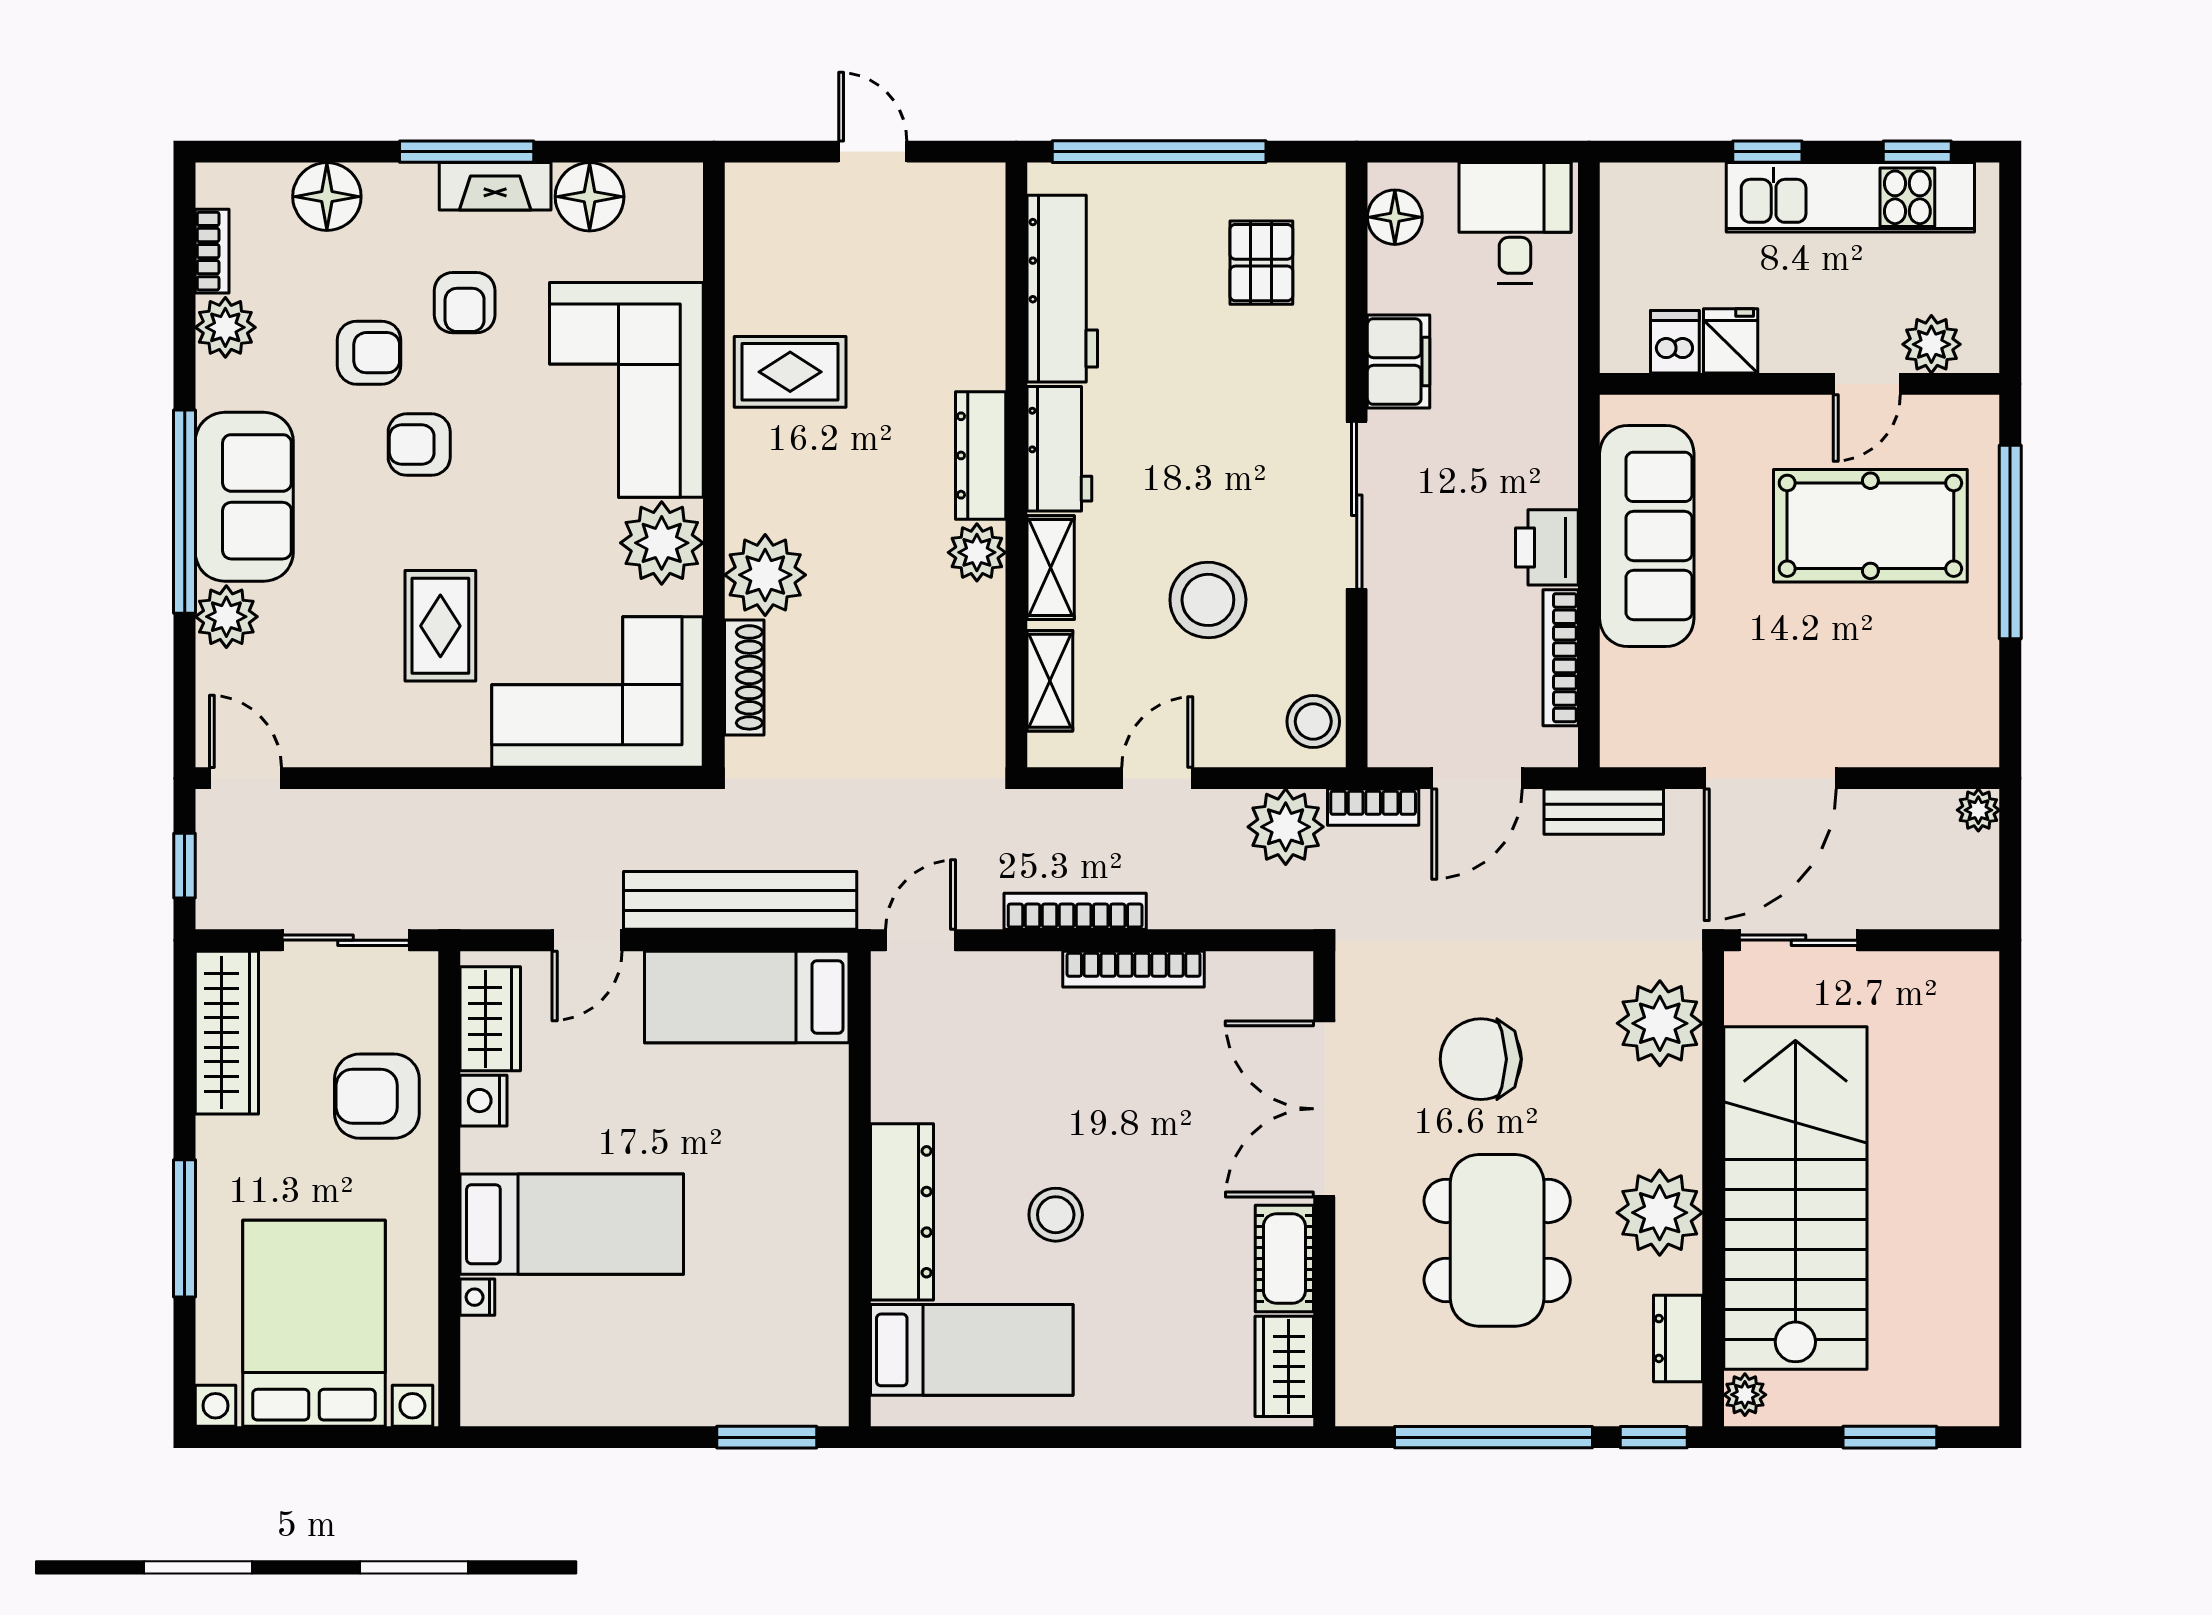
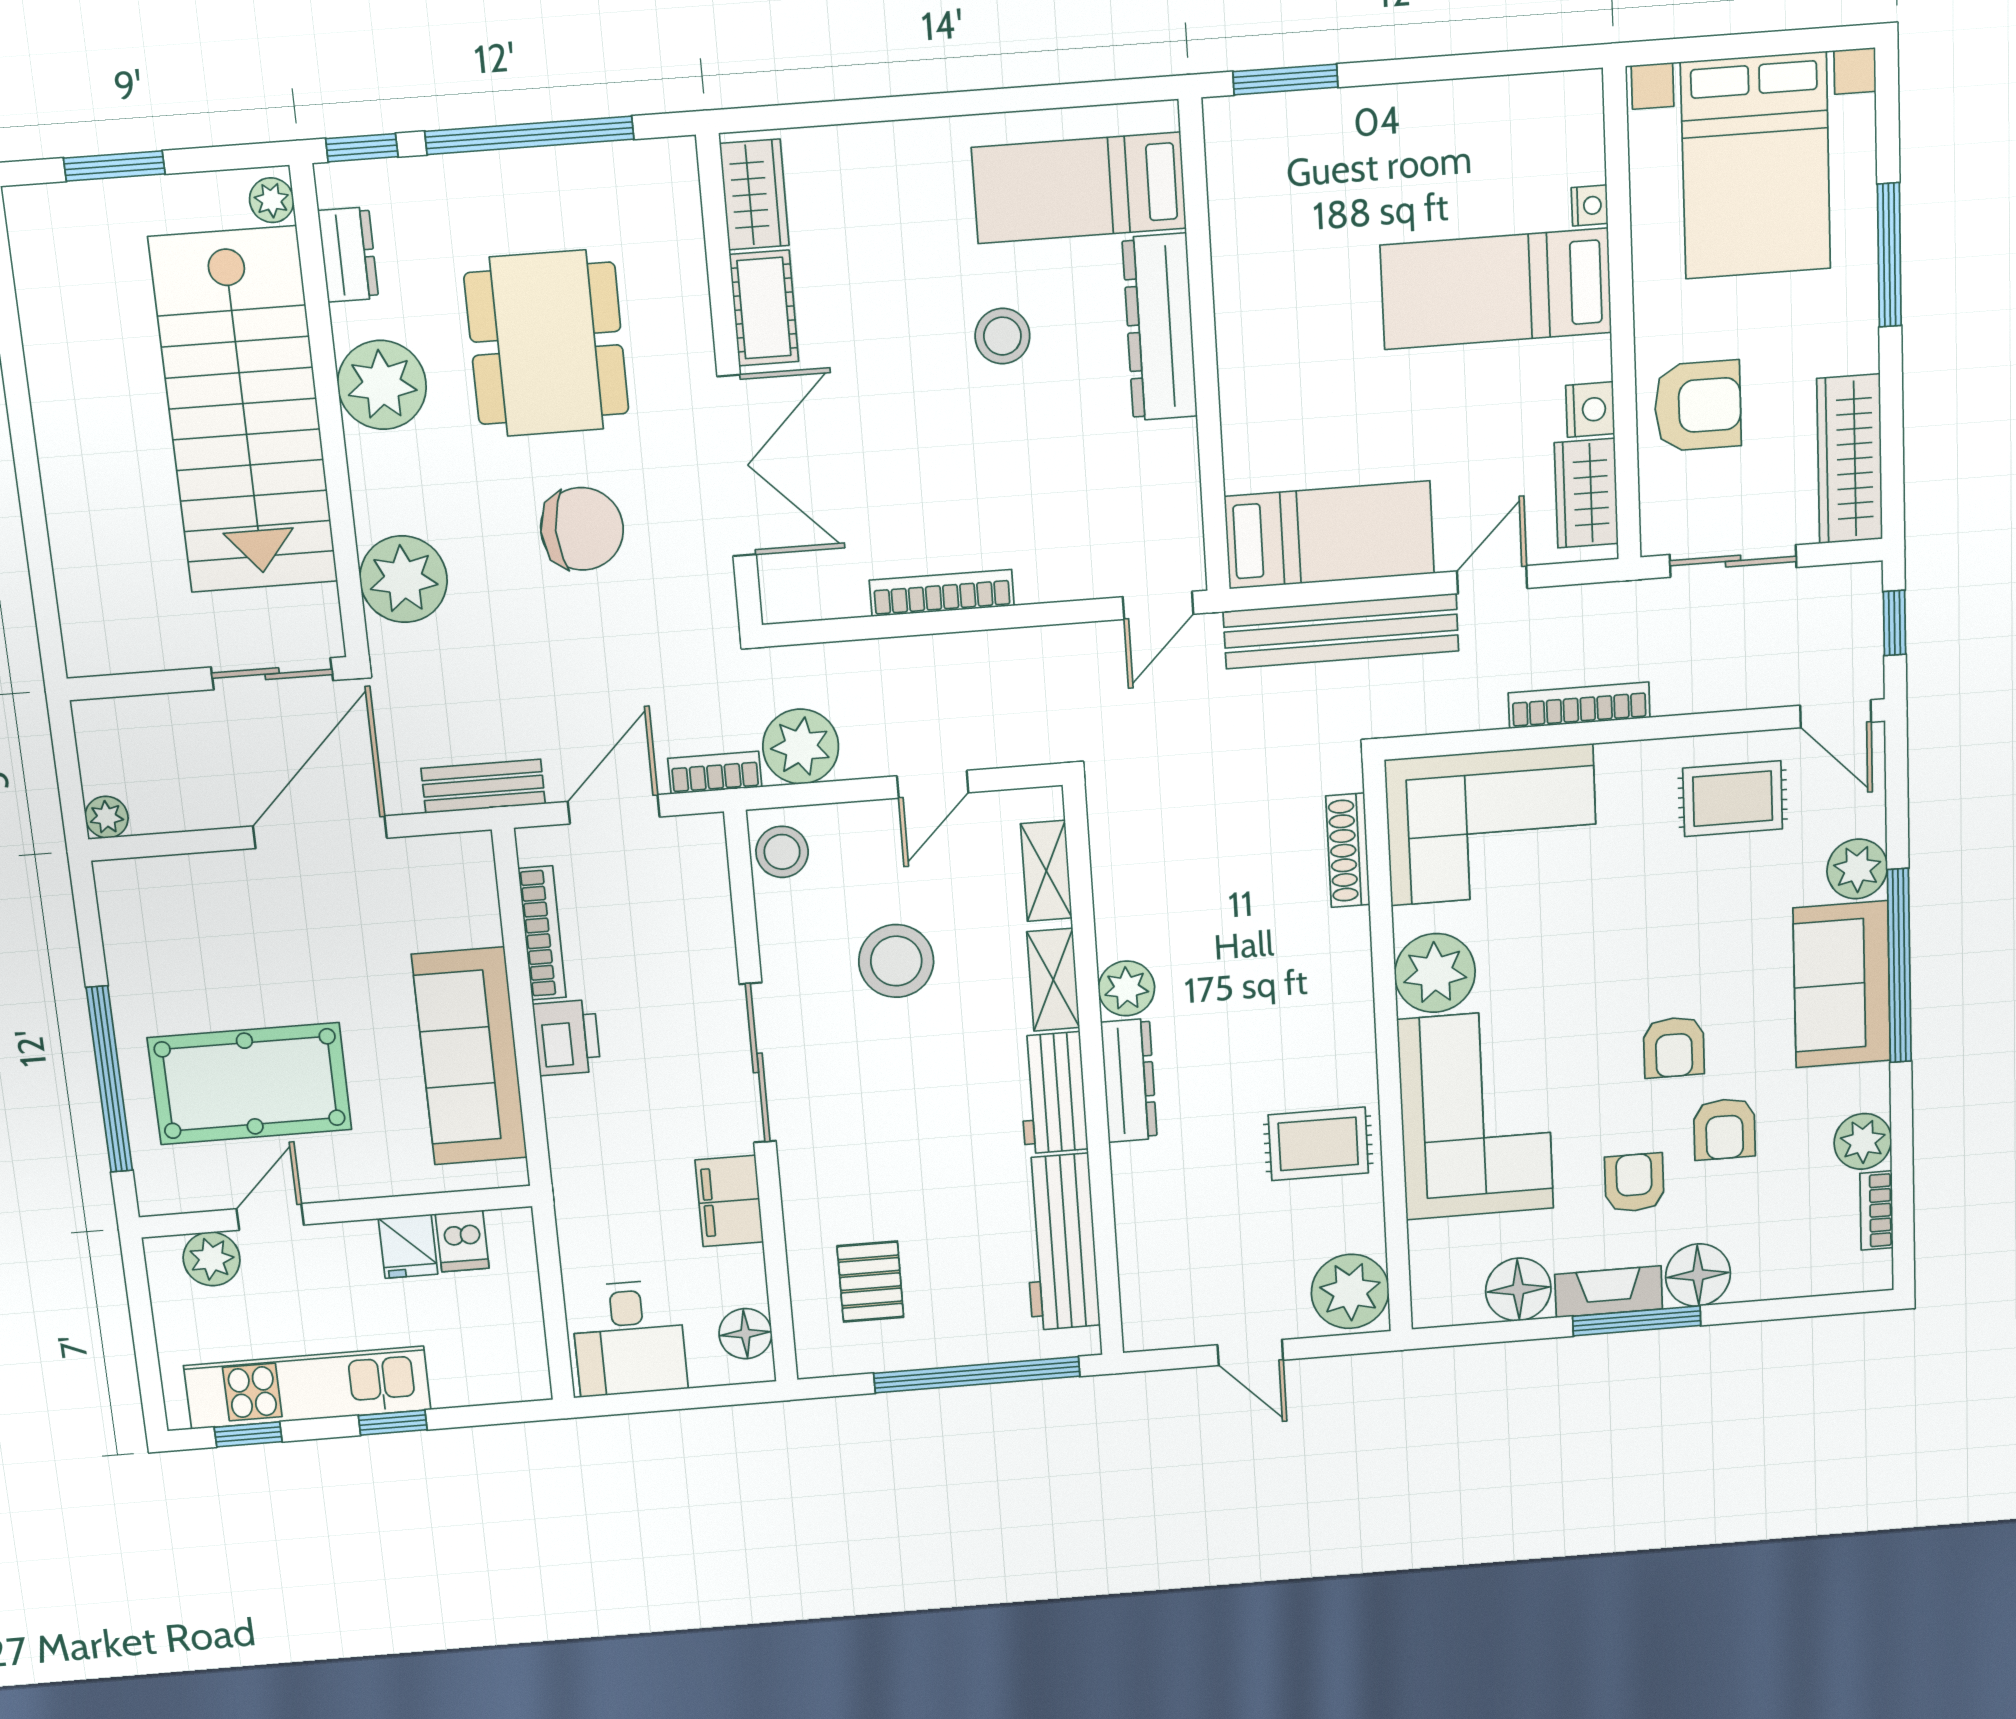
floor lamp: (327, 197) -> (1698, 1275), moved
armchair: (369, 353) -> (1724, 1129), turned -90
armchair: (419, 445) -> (1674, 1047), turned 90
plant: (765, 575) -> (1350, 1291), moved
rug: (440, 626) -> (1733, 799), moved, turned 90
bookcase: (1075, 911) -> (1579, 705), moved, turned 180

